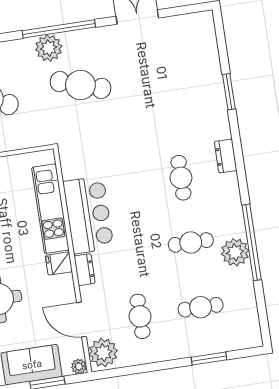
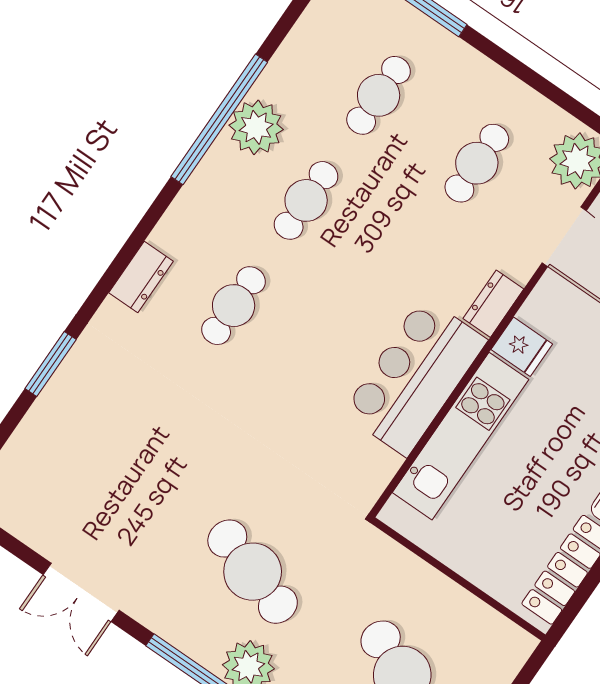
cafe table: (191, 242) -> (306, 200), turned 90
cafe table: (201, 307) -> (379, 95), turned 90

